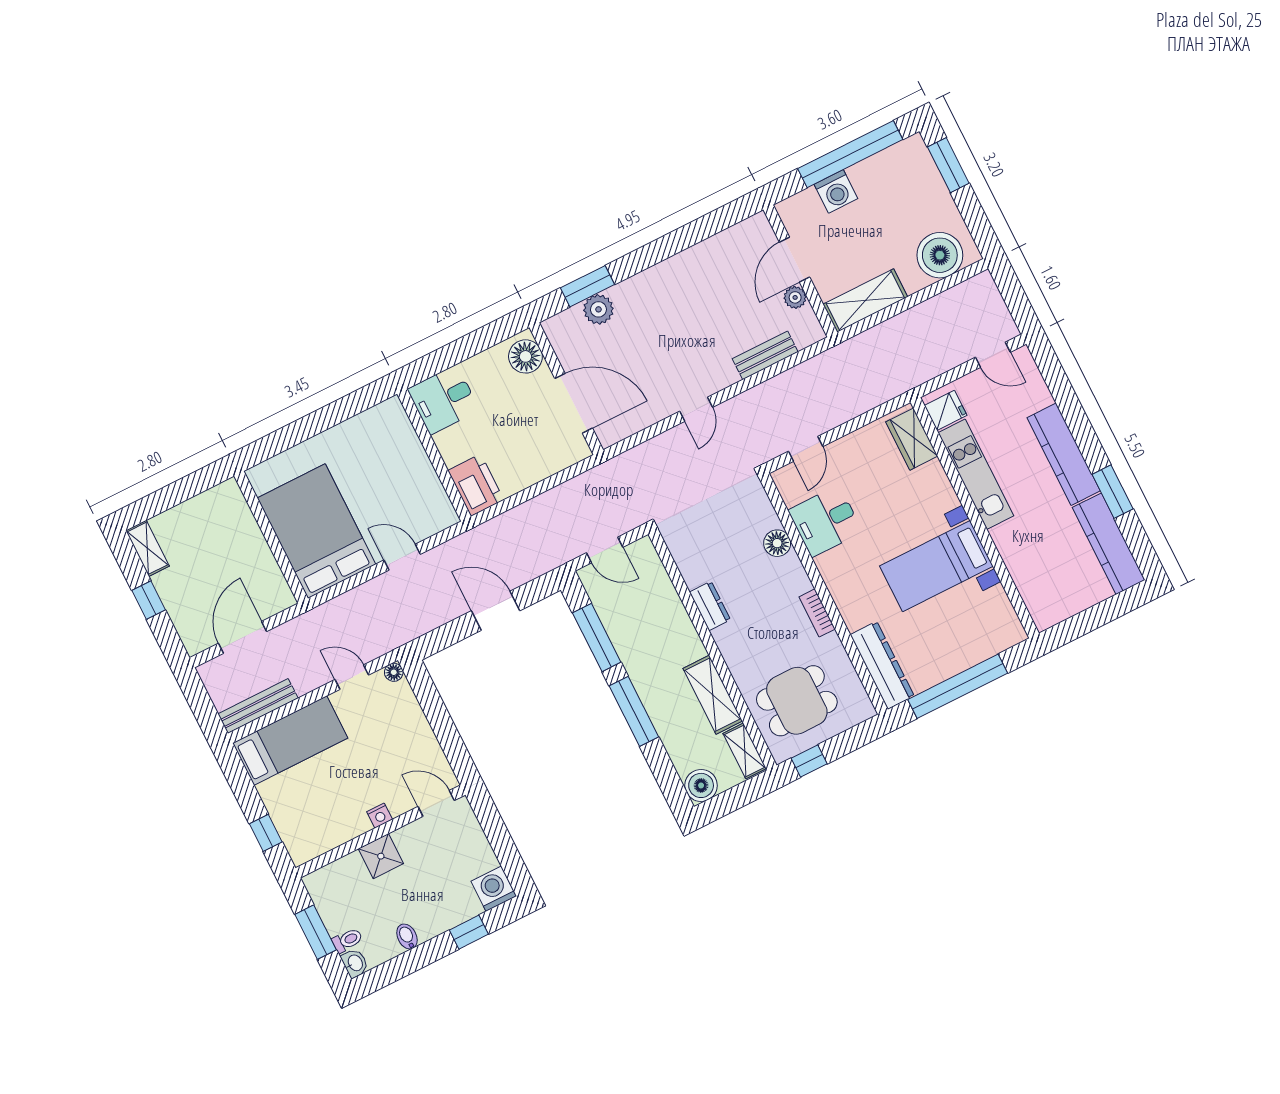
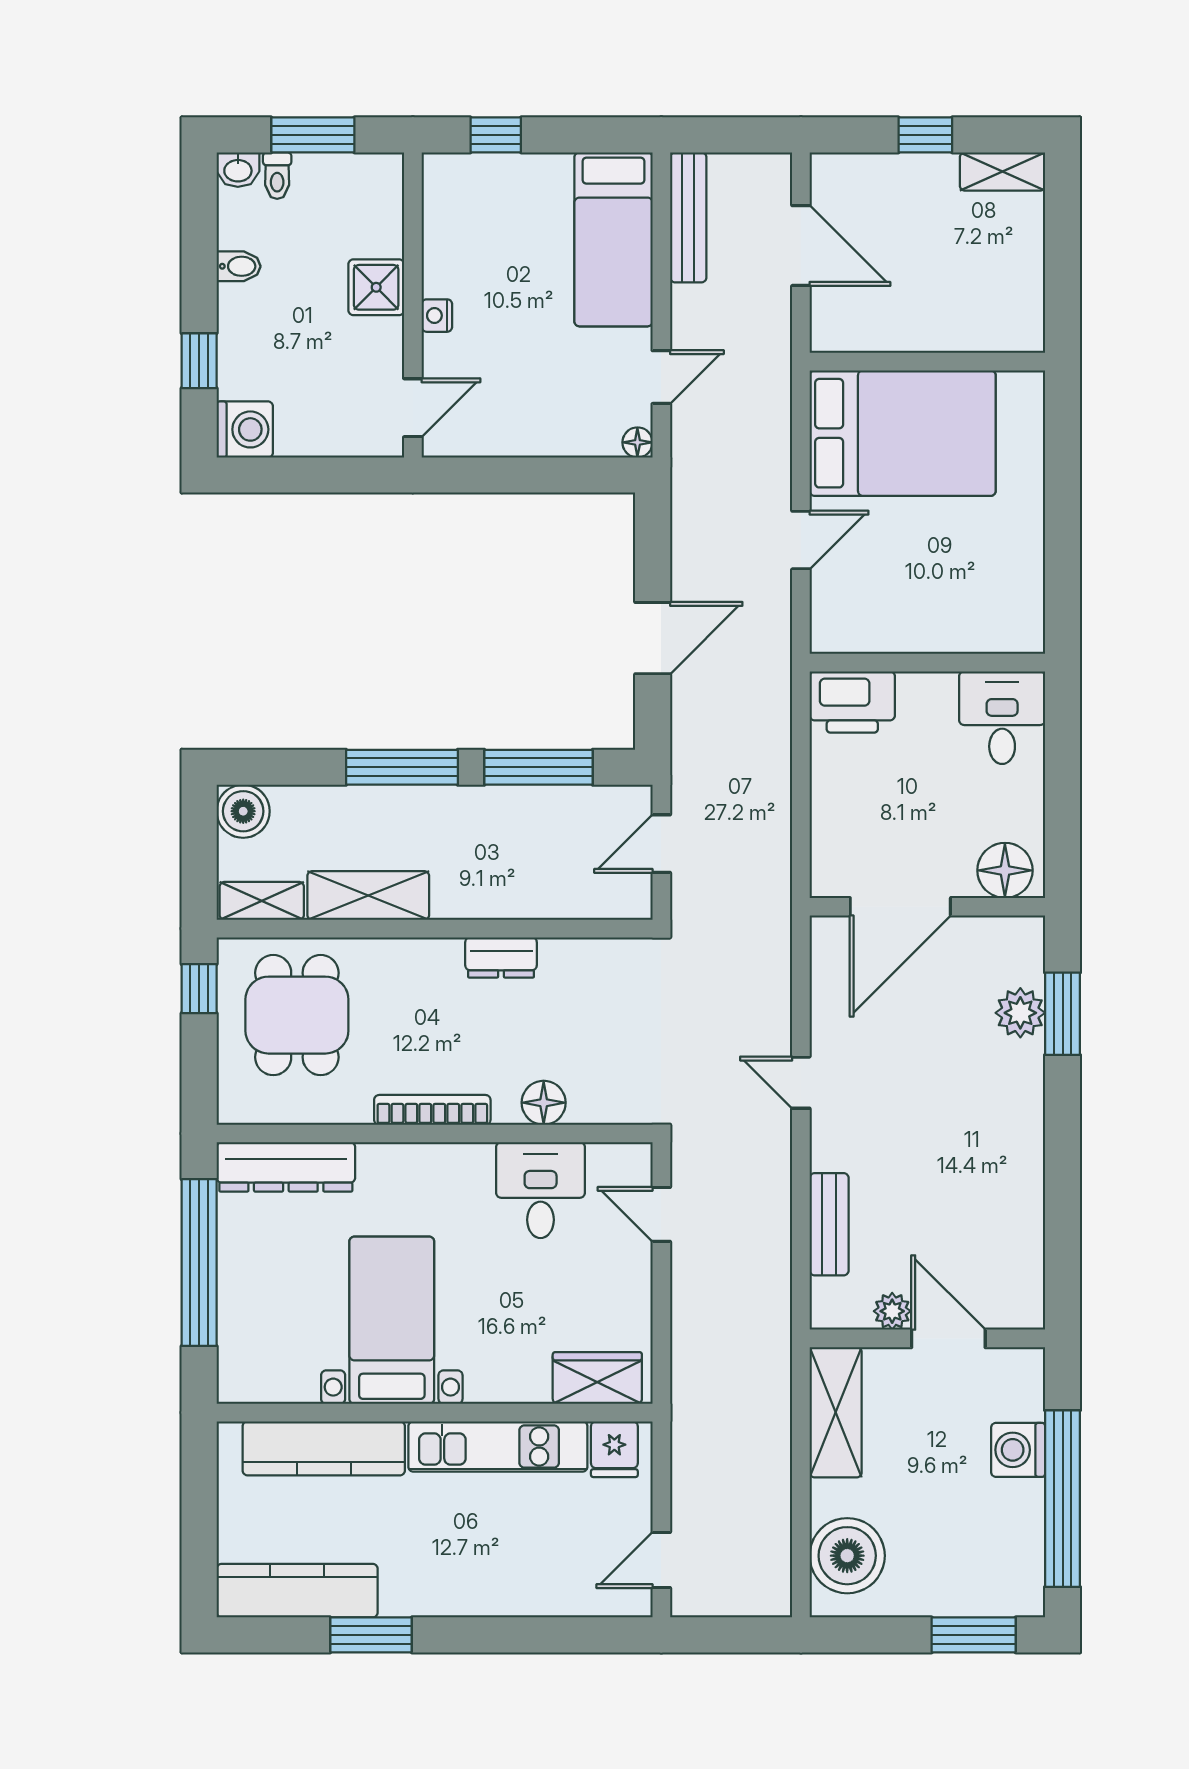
kitchen counter: (1064, 454) -> (324, 1448), moved, turned 180
bookcase: (817, 613) -> (432, 1110), width x1.56

